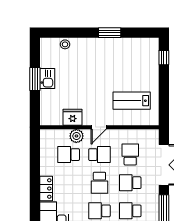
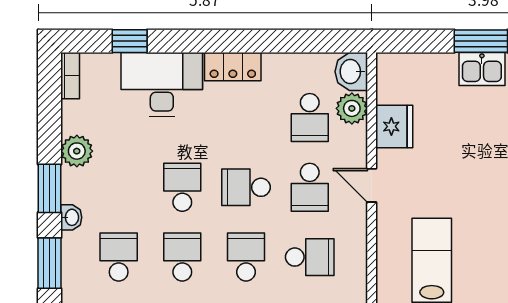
washbasin: (48, 136) -> (351, 72), added
plant: (76, 136) -> (352, 108), moved
school desk: (69, 155) -> (310, 118), turned 180

